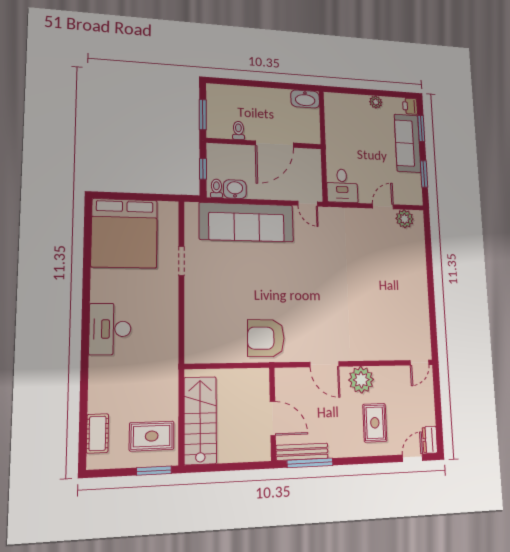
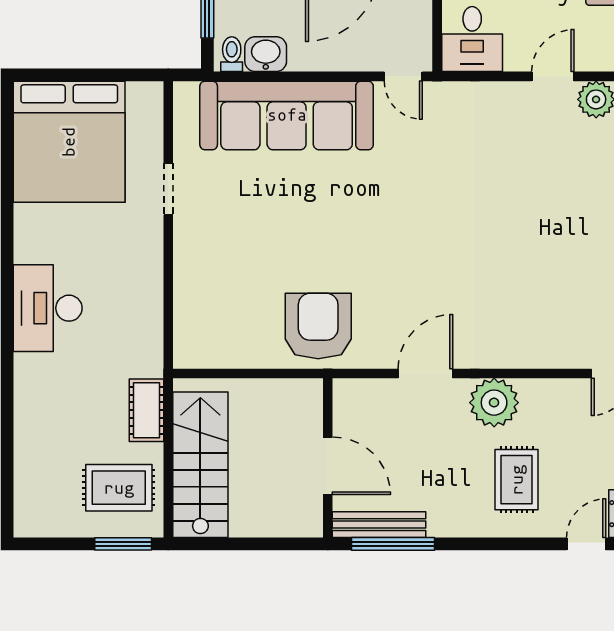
armchair: (266, 338) -> (318, 326), turned 89
door: (324, 364) -> (425, 373), swing flipped
cot: (97, 433) -> (147, 410), moved

